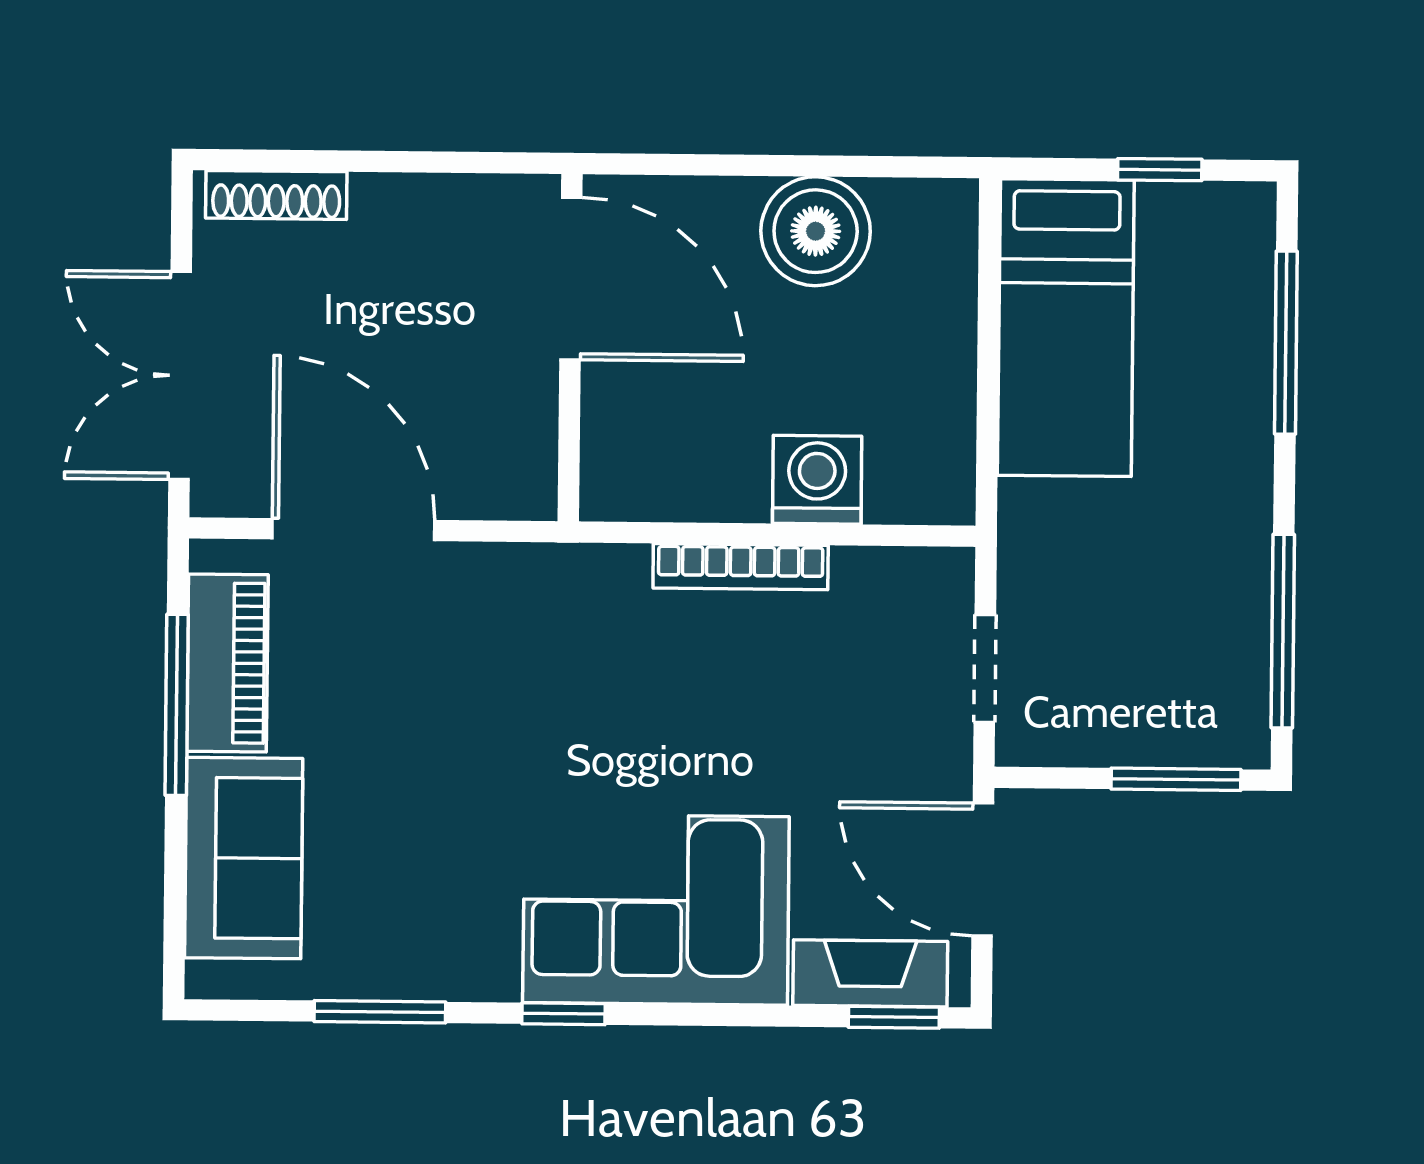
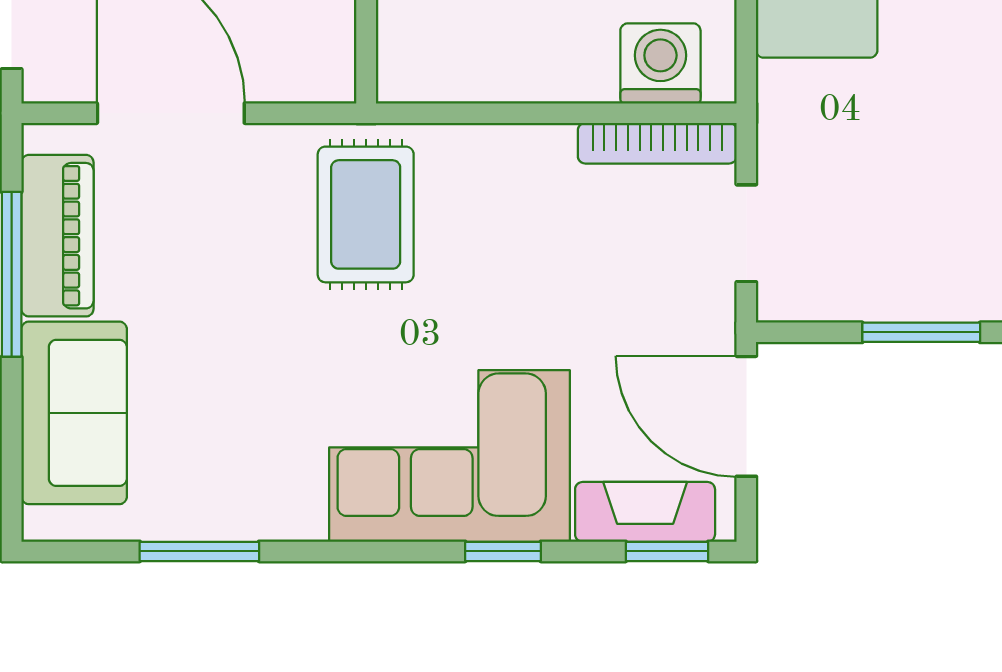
washing machine: (817, 480) -> (660, 63), moved
bookcase: (741, 567) -> (657, 143), moved
rug: (567, 643) -> (366, 214), added
window: (563, 1014) -> (503, 551), moved

